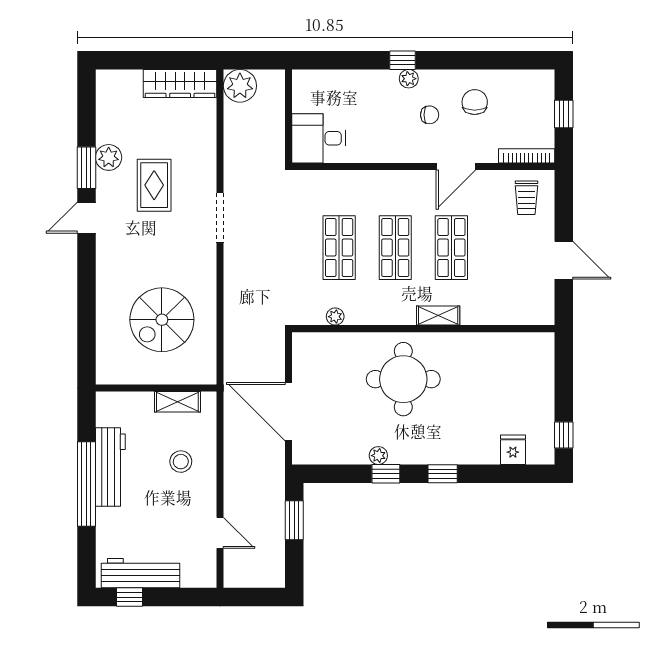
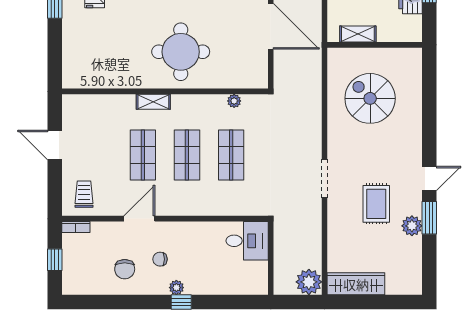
bookcase: (527, 156) -> (76, 227), width x0.64
spiral stairs: (162, 320) -> (370, 98), turned -90

